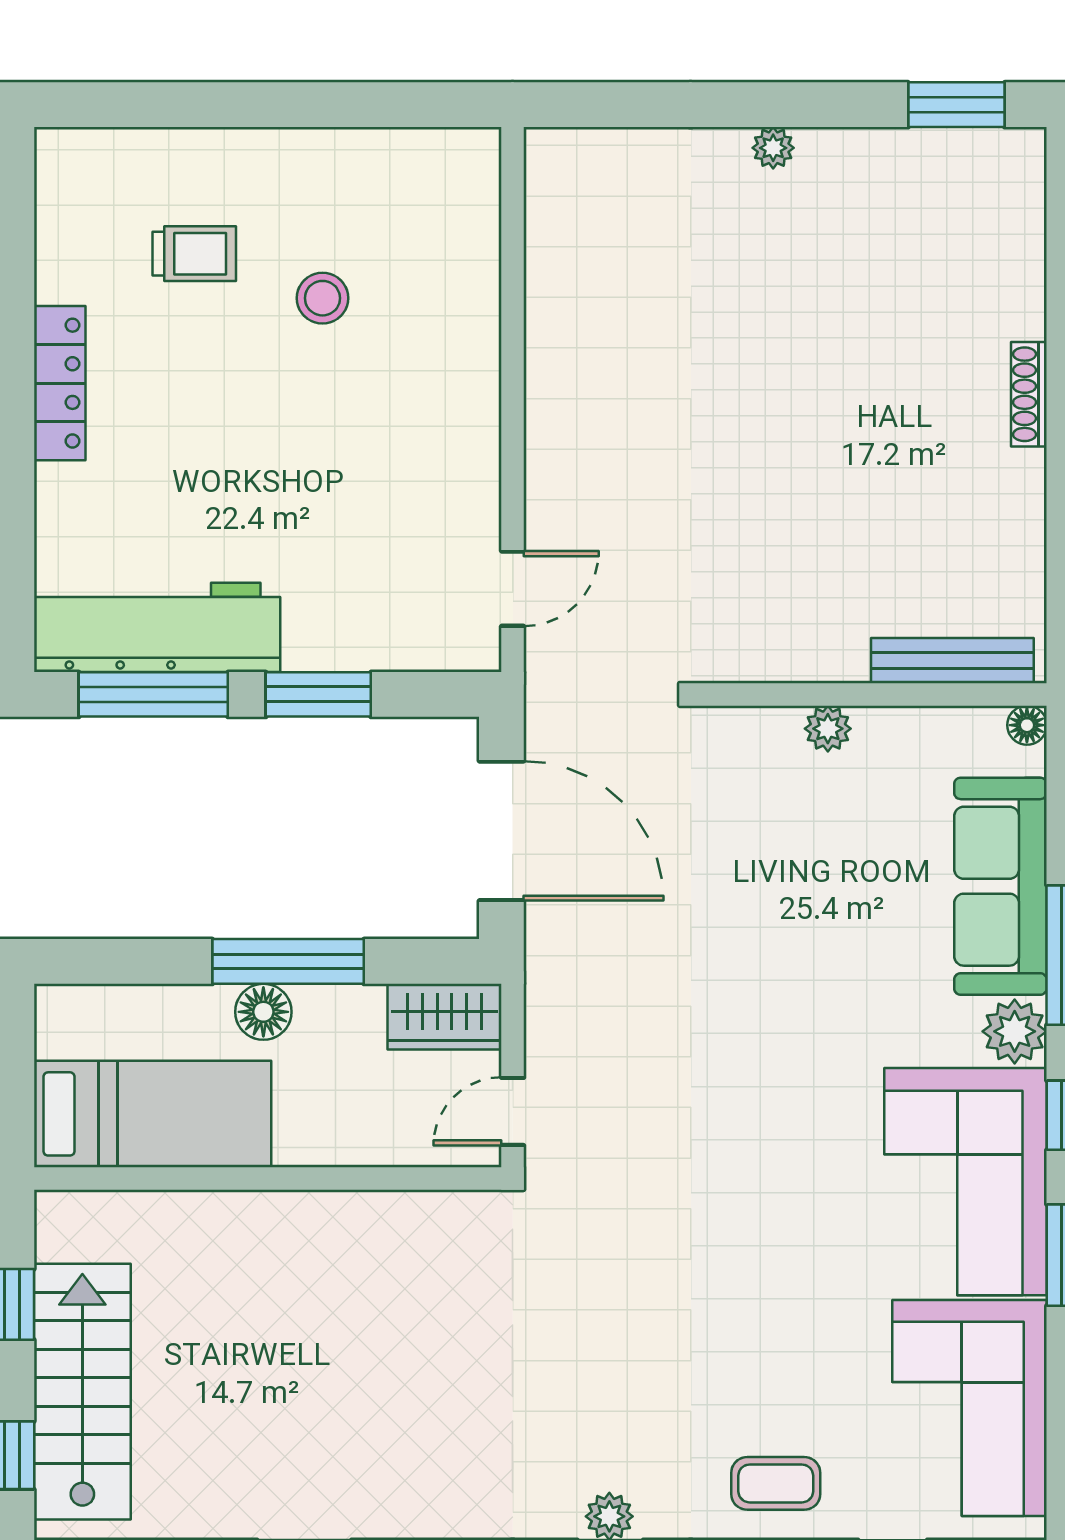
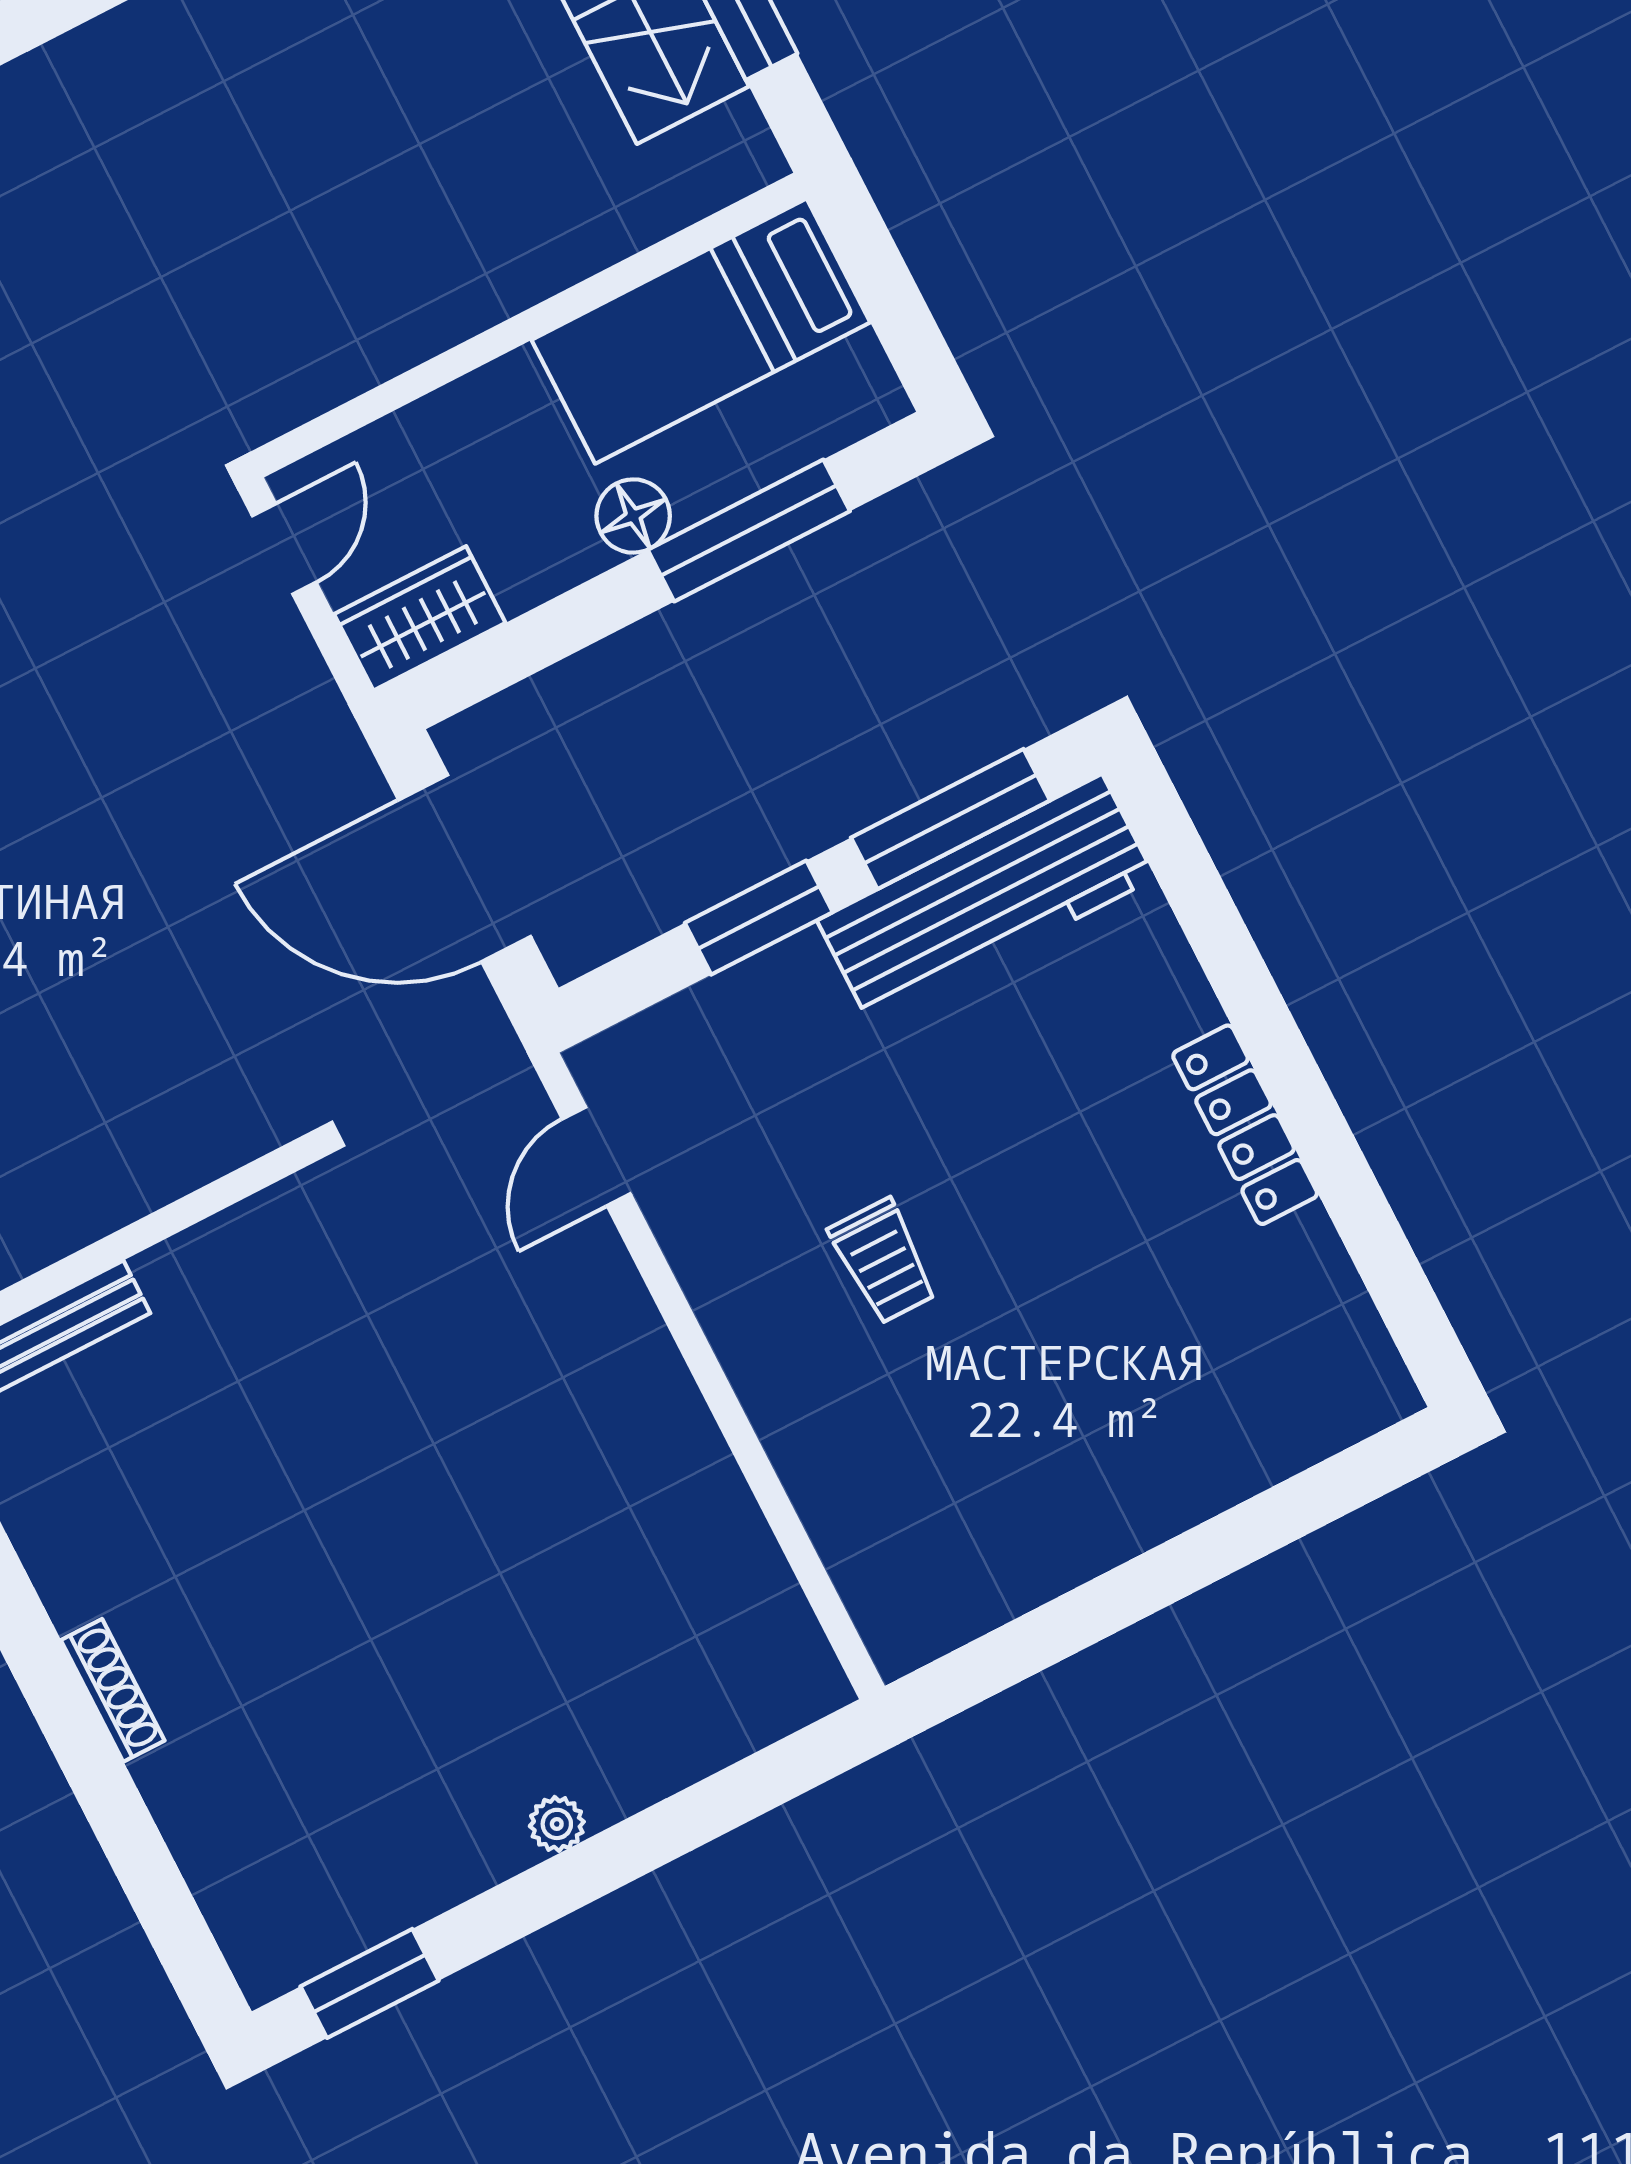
trolley: (194, 254) -> (883, 1261), moved, turned -90
stool: (322, 298) -> (991, 1380), removed
plant: (828, 729) -> (147, 1182), removed
window: (288, 961) -> (749, 531), moved

